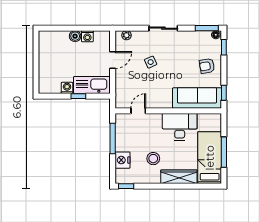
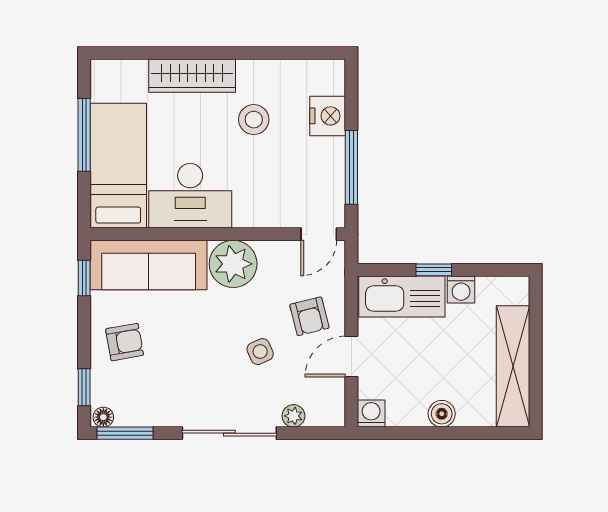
sliding door: (163, 28) -> (229, 433), width x1.37
plant: (127, 35) -> (293, 416), moved
washing machine: (87, 36) -> (371, 413), moved
shelving: (45, 56) -> (513, 366), added
armchair: (130, 77) -> (309, 316), added
plant: (162, 98) -> (233, 264), added
door: (138, 111) -> (319, 234), moved
bed: (210, 158) -> (118, 166), moved, turned 180
window: (126, 186) -> (319, 53), removed

